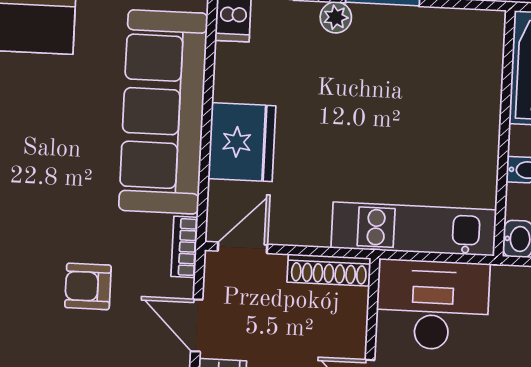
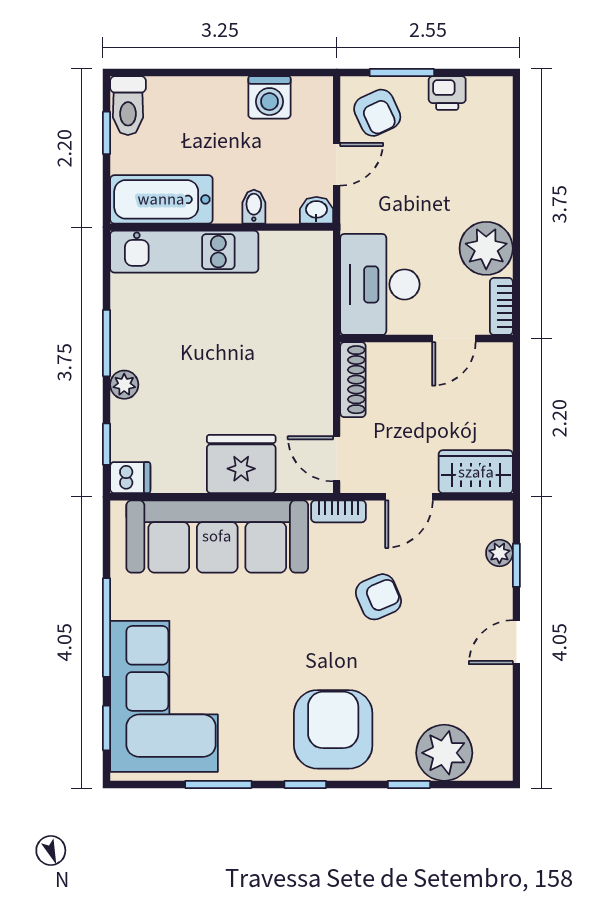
kitchen unit: (414, 229) -> (184, 252), moved, turned -90
armchair: (88, 286) -> (378, 597), turned -113

